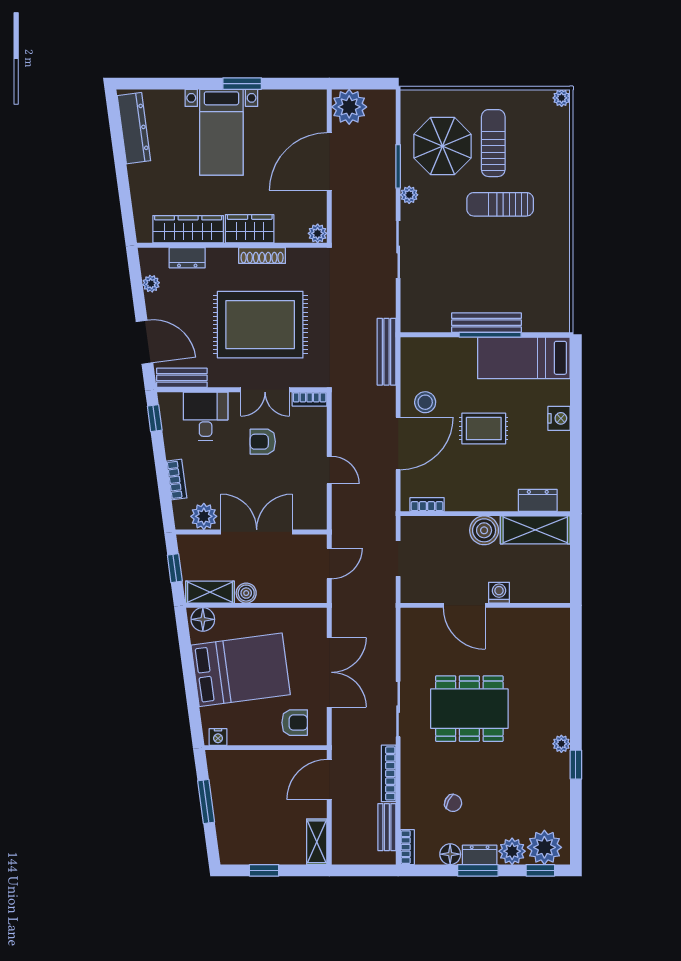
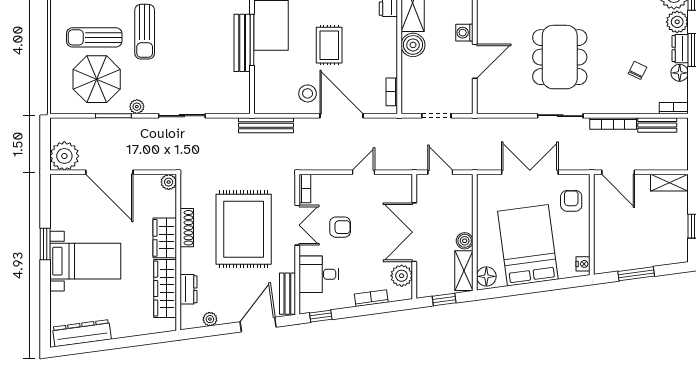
armchair: (263, 442) -> (340, 227), turned -90

